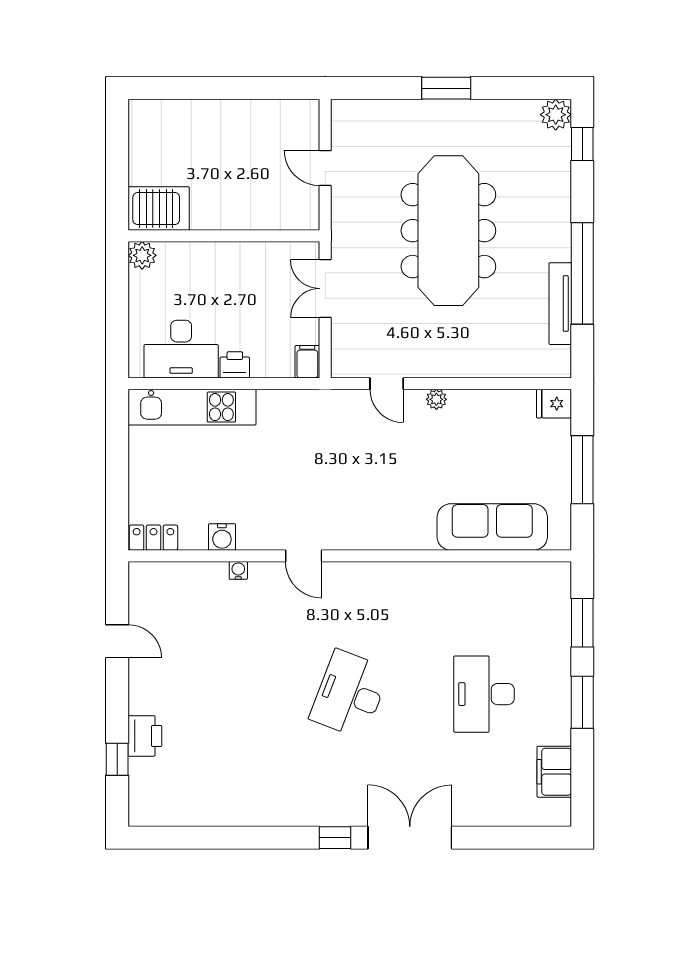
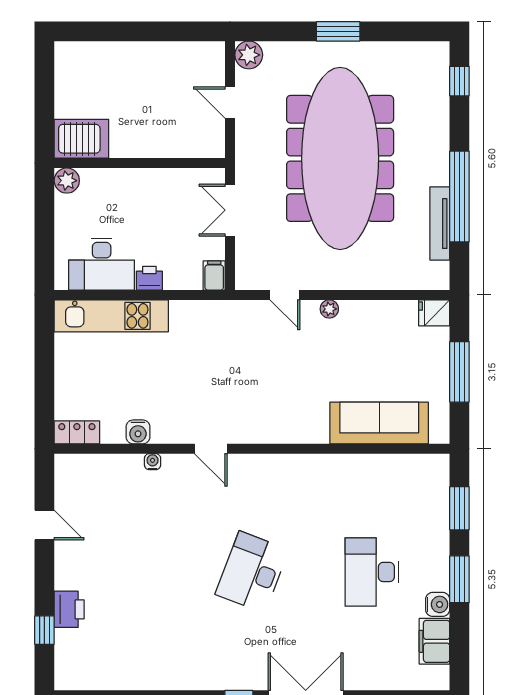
plant: (556, 115) -> (249, 55), moved
meeting table: (448, 231) -> (340, 158), width x1.36, depth x1.27
water cooler: (558, 730) -> (438, 604), added

